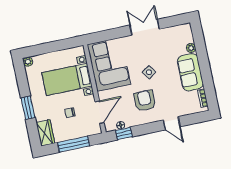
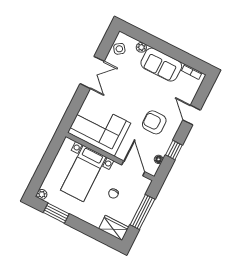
double door: (145, 27) -> (92, 72), swing flipped
side table: (149, 72) -> (119, 49), moved
window: (28, 108) -> (56, 213), moved
door: (172, 123) -> (192, 115), swing flipped
window: (124, 133) -> (174, 150), moved

